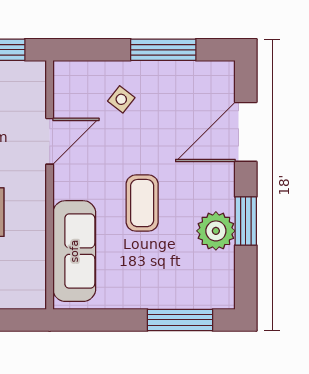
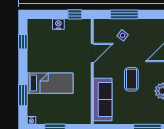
window: (163, 50) -> (124, 14), moved

